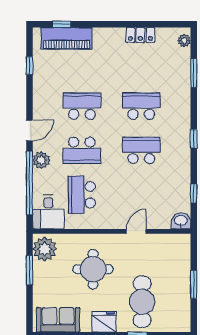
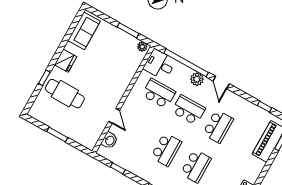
school desk: (82, 150) -> (188, 110), turned 90
washbasin: (181, 221) -> (110, 140), moved
plant: (45, 249) -> (142, 47), width x0.53, depth x0.53
round table: (93, 269) -> (105, 73), removed

